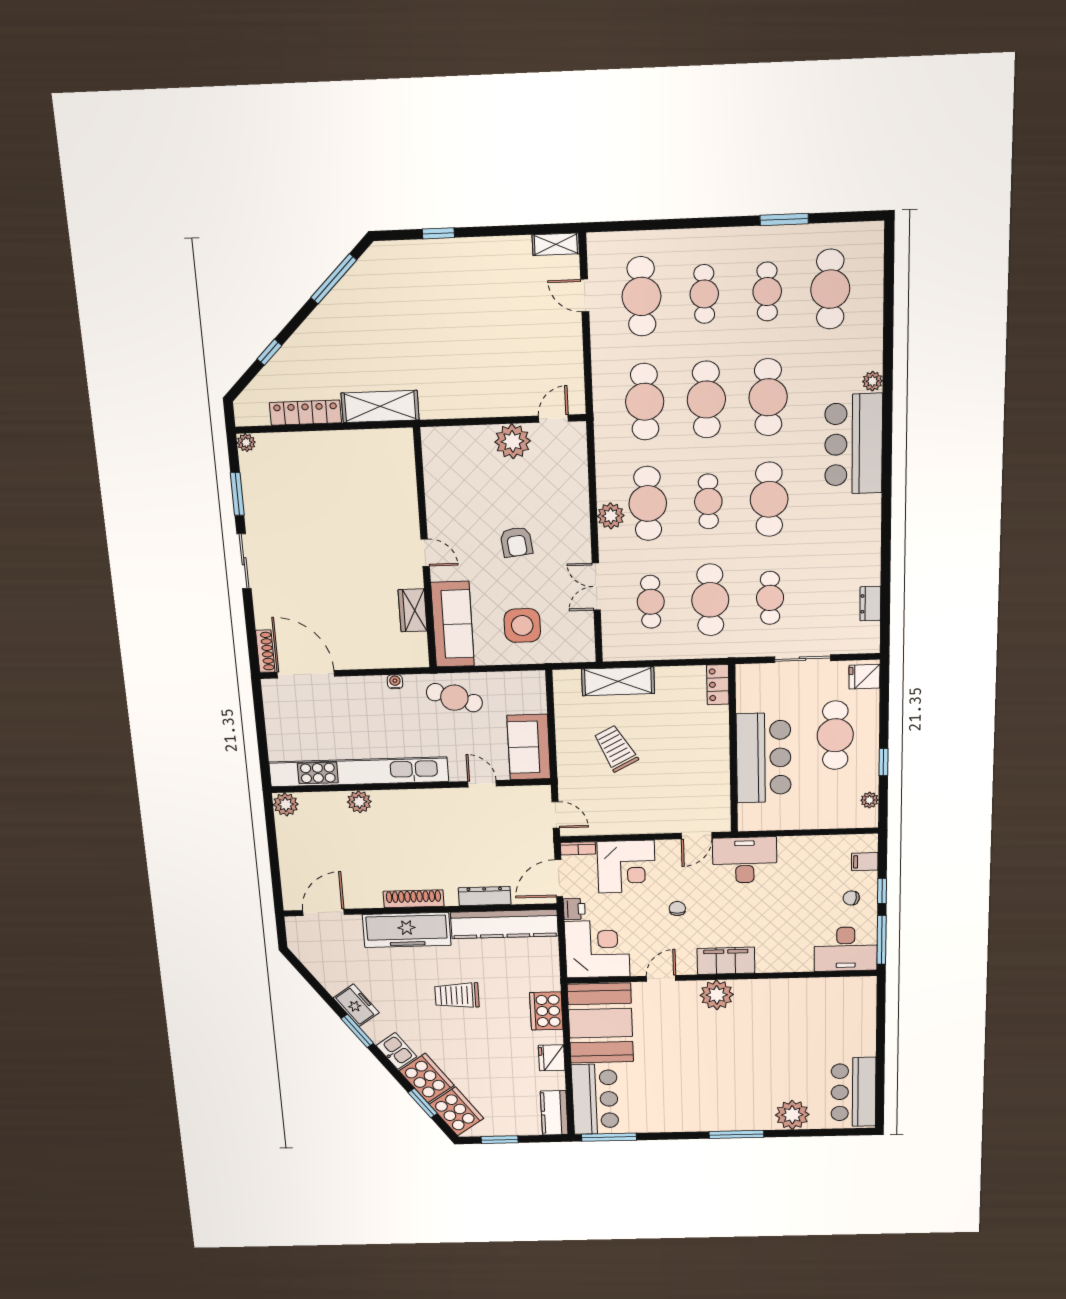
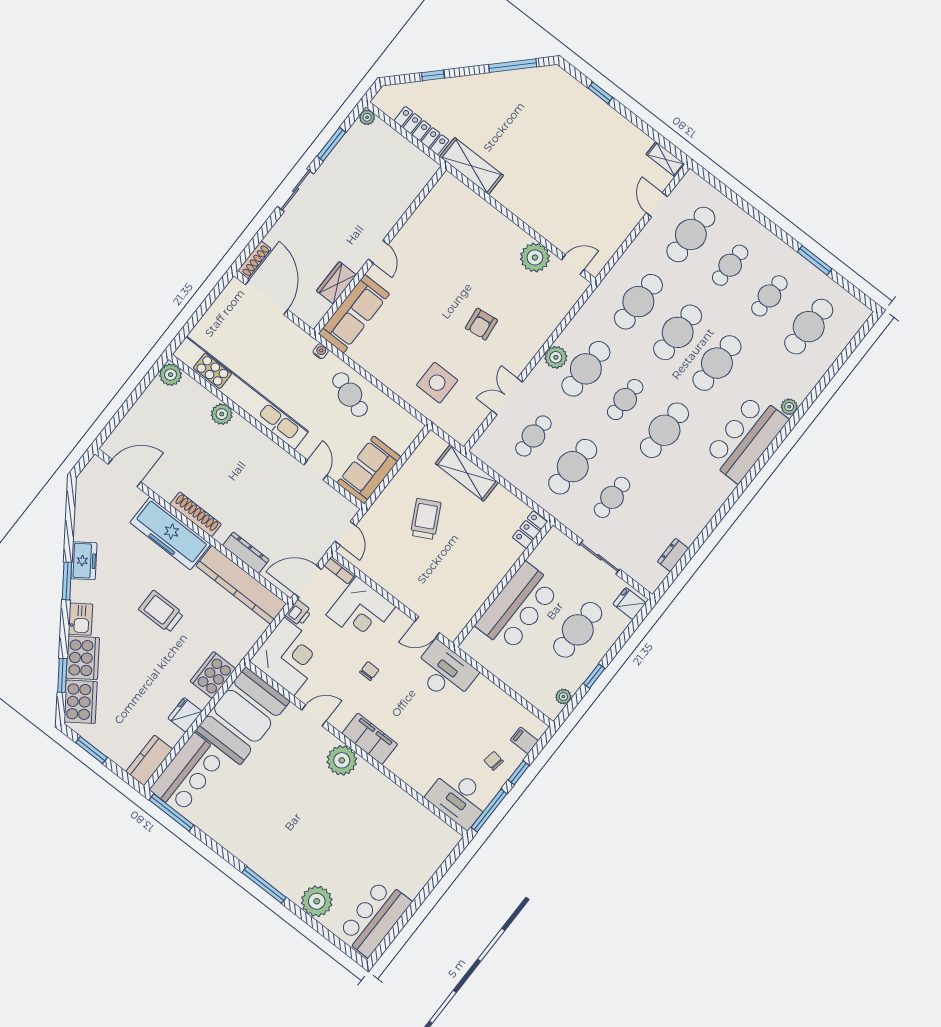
wall: (425, 550) -> (380, 250), moved
door: (425, 553) -> (378, 252), moved
wardrobe: (413, 610) -> (336, 283), moved
sofa: (453, 624) -> (354, 314), moved

